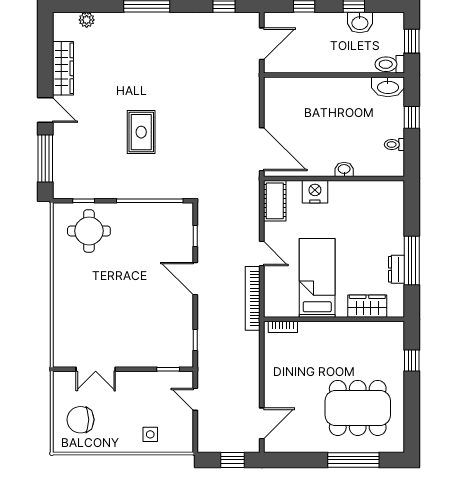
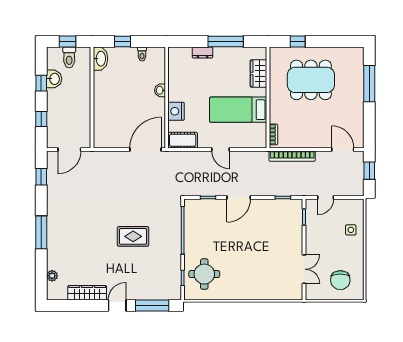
door: (262, 44) -> (69, 150), swing flipped
toilet: (390, 64) -> (69, 57), moved
door: (262, 254) -> (221, 150), swing flipped
dresser: (396, 269) -> (202, 53), moved
bookcase: (253, 298) -> (292, 156), moved
dining table: (358, 408) -> (311, 80), moved, turned 90

